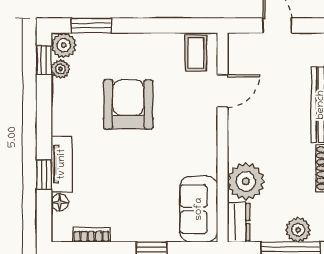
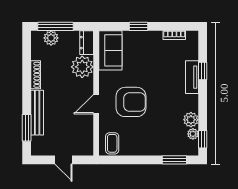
plant: (64, 45) -> (191, 120), moved
door: (223, 91) -> (96, 104), moved
armchair: (128, 104) -> (131, 102), moved, turned -90
floor lamp: (60, 202) -> (193, 54), removed

